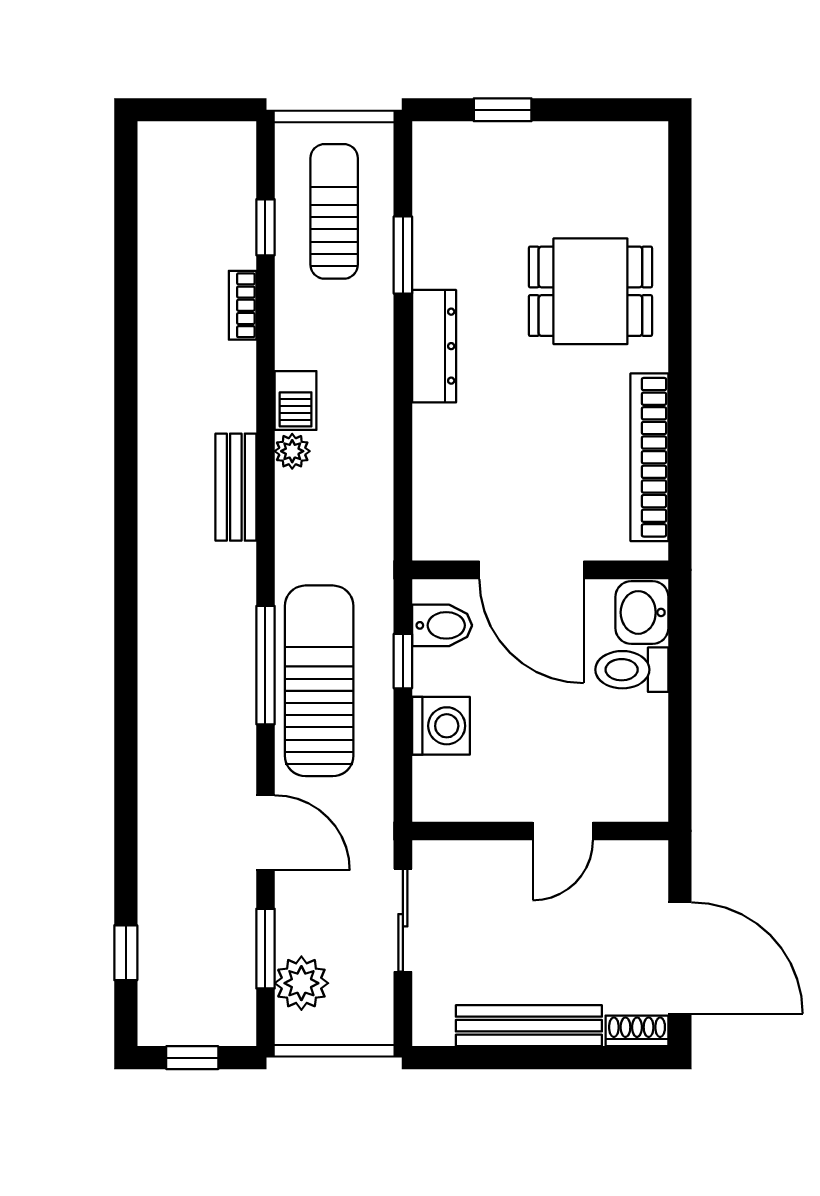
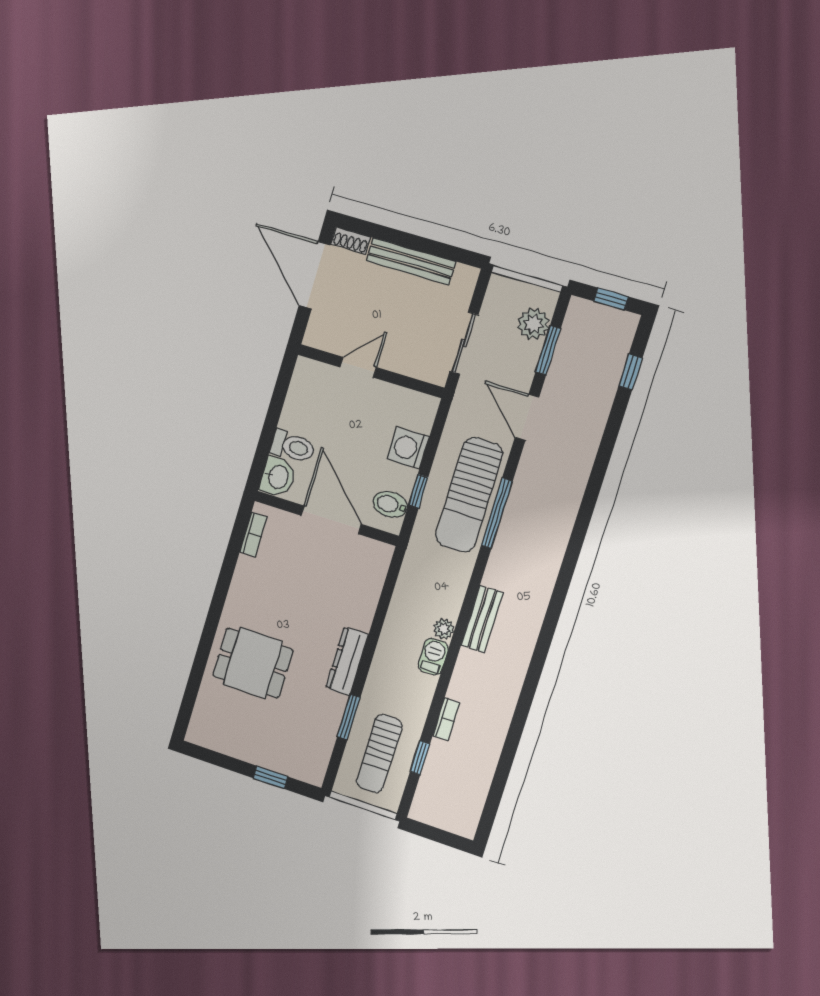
bookcase: (649, 457) -> (253, 534), width x0.43, depth x0.76

